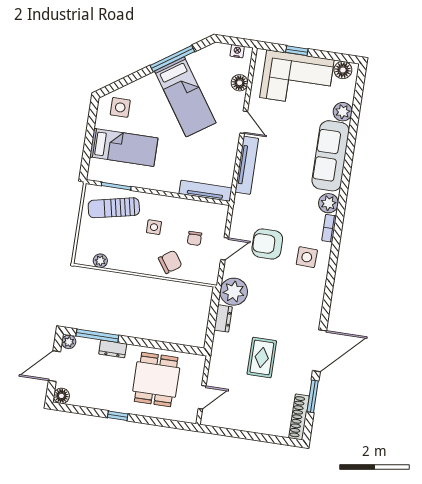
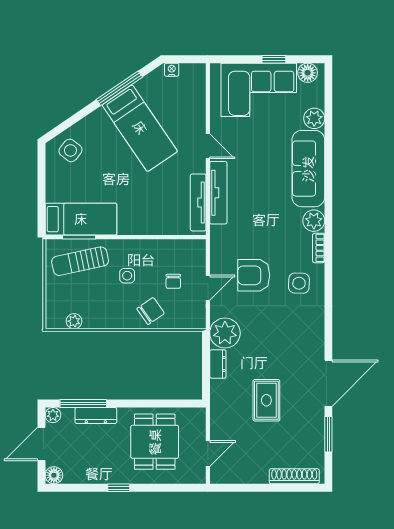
nightstand: (237, 51) -> (172, 70), moved
window: (297, 51) -> (274, 59), moved
floor lamp: (240, 83) -> (197, 104), removed
side table: (120, 107) -> (70, 150), turned 38
bed: (124, 147) -> (81, 219), moved
tv unit: (205, 191) -> (198, 202), moved, turned -90
dresser: (113, 349) -> (96, 415), width x1.44
shoe rack: (299, 417) -> (294, 476), moved, turned 90

